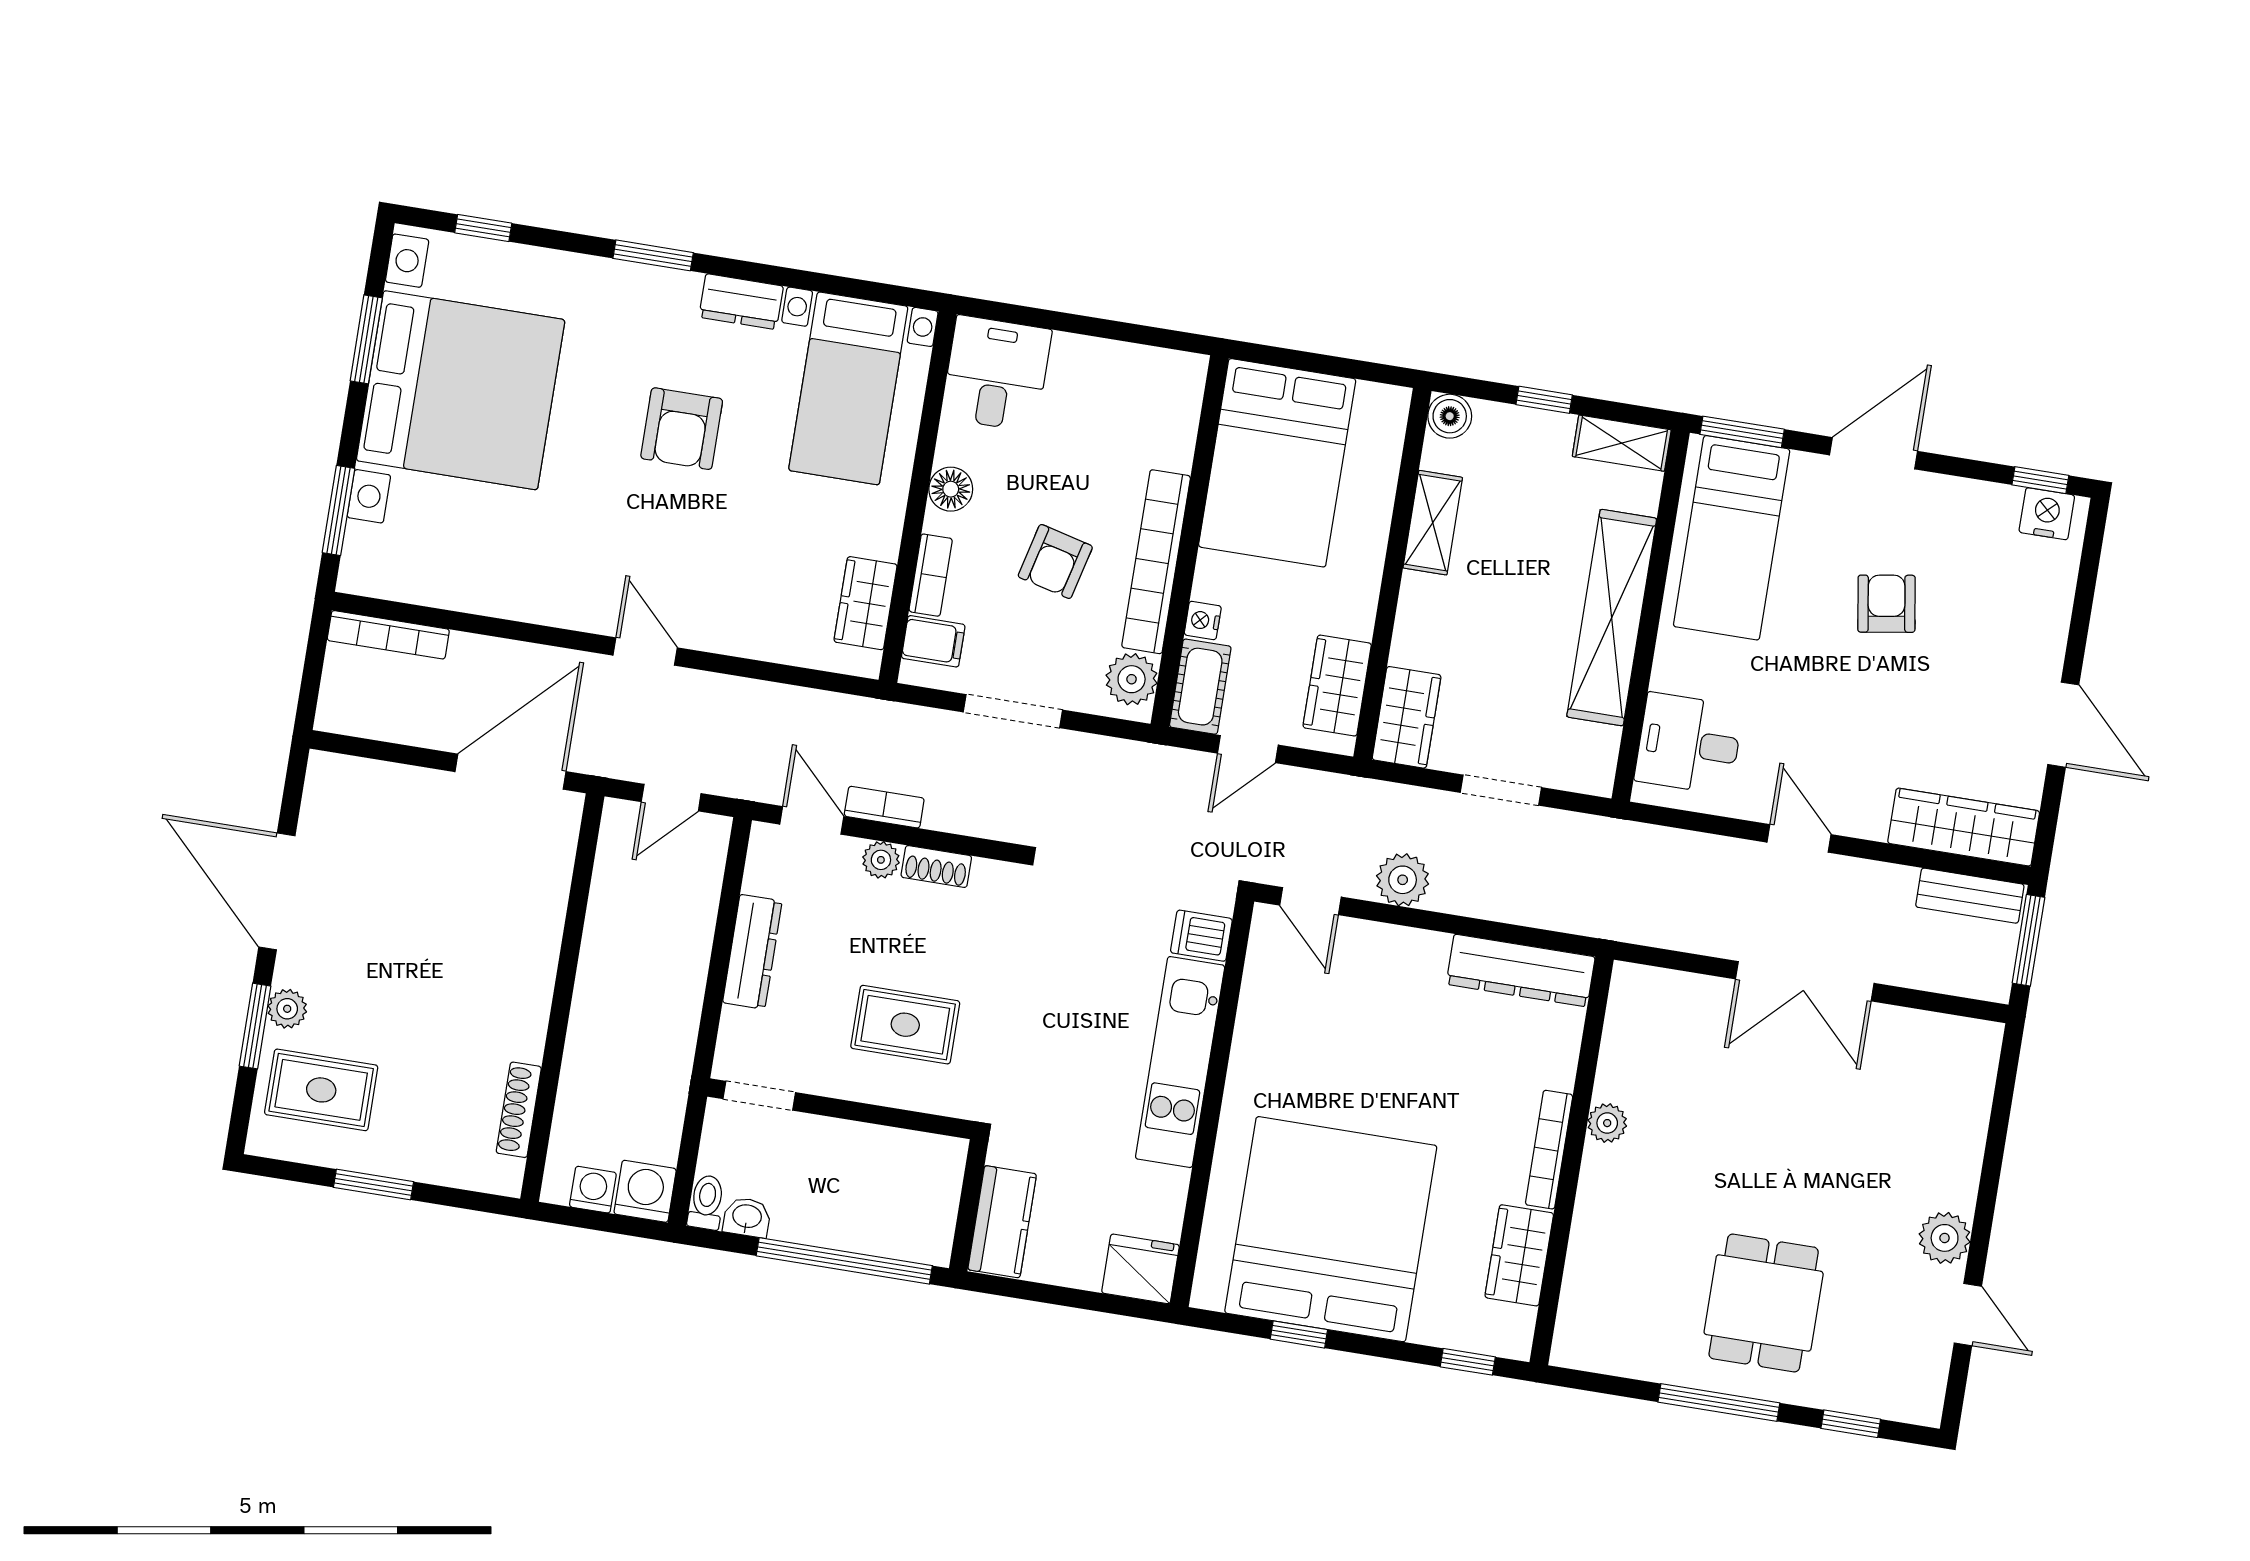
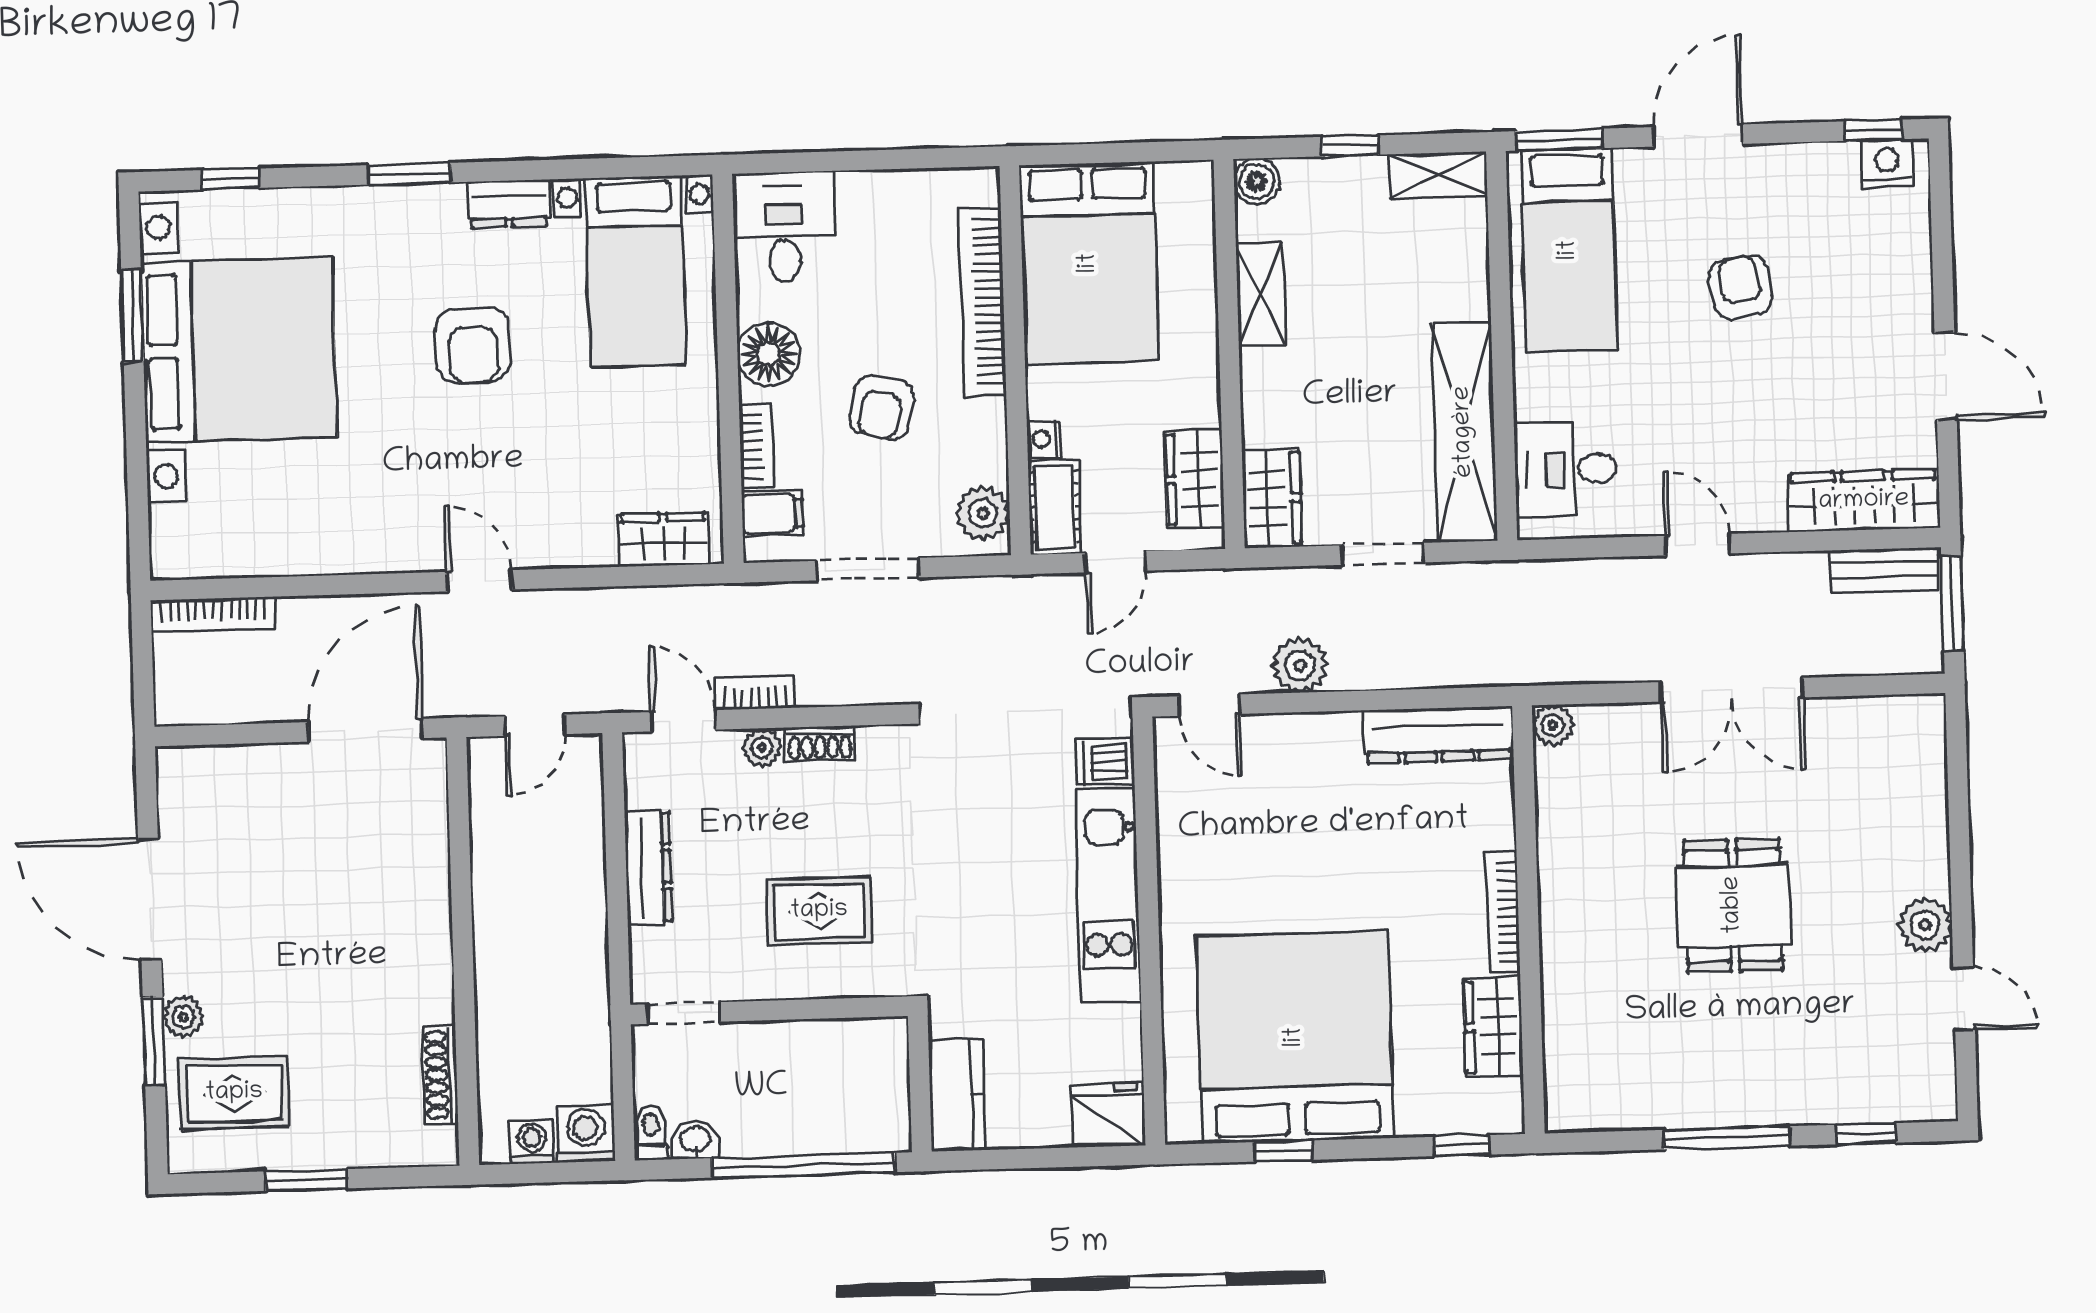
floor lamp: (951, 489) -> (769, 354), width x1.38, depth x1.38
window: (339, 510) -> (138, 497), removed
bookcase: (1156, 562) -> (982, 302), moved
wardrobe: (866, 603) -> (664, 539), moved, turned 90
shelving: (1612, 618) -> (1464, 432), moved
plant: (1607, 1123) -> (1553, 725), moved
dining table: (1764, 1303) -> (1733, 905), moved

